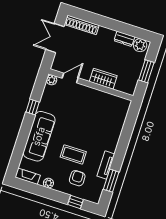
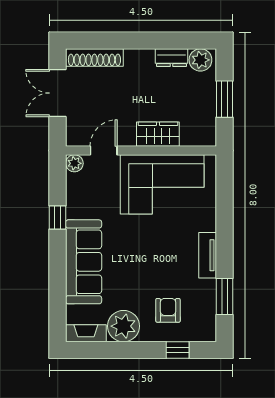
corner sofa: (97, 107) -> (162, 184), added
coffee table: (73, 154) -> (149, 274), removed
tv unit: (106, 165) -> (208, 255), moved
plant: (48, 183) -> (124, 326), width x1.88, depth x1.88

